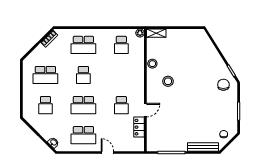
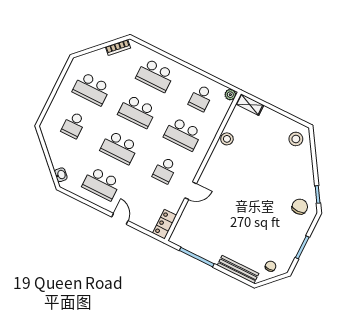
school desk: (83, 75) -> (137, 111), width x1.85
school desk: (121, 75) -> (183, 134), added
stool: (168, 81) -> (296, 139), moved
locker: (139, 127) -> (165, 224), moved

